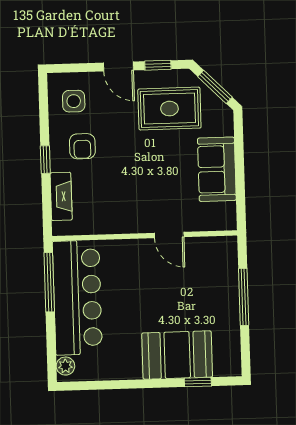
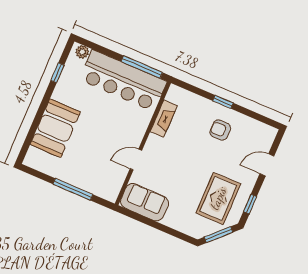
door: (118, 66) -> (267, 165), moved
side table: (74, 101) -> (252, 138), removed
sofa: (217, 169) -> (145, 202), moved
fireplace: (61, 196) -> (164, 119), moved, turned -90
window: (198, 382) -> (57, 73), moved

